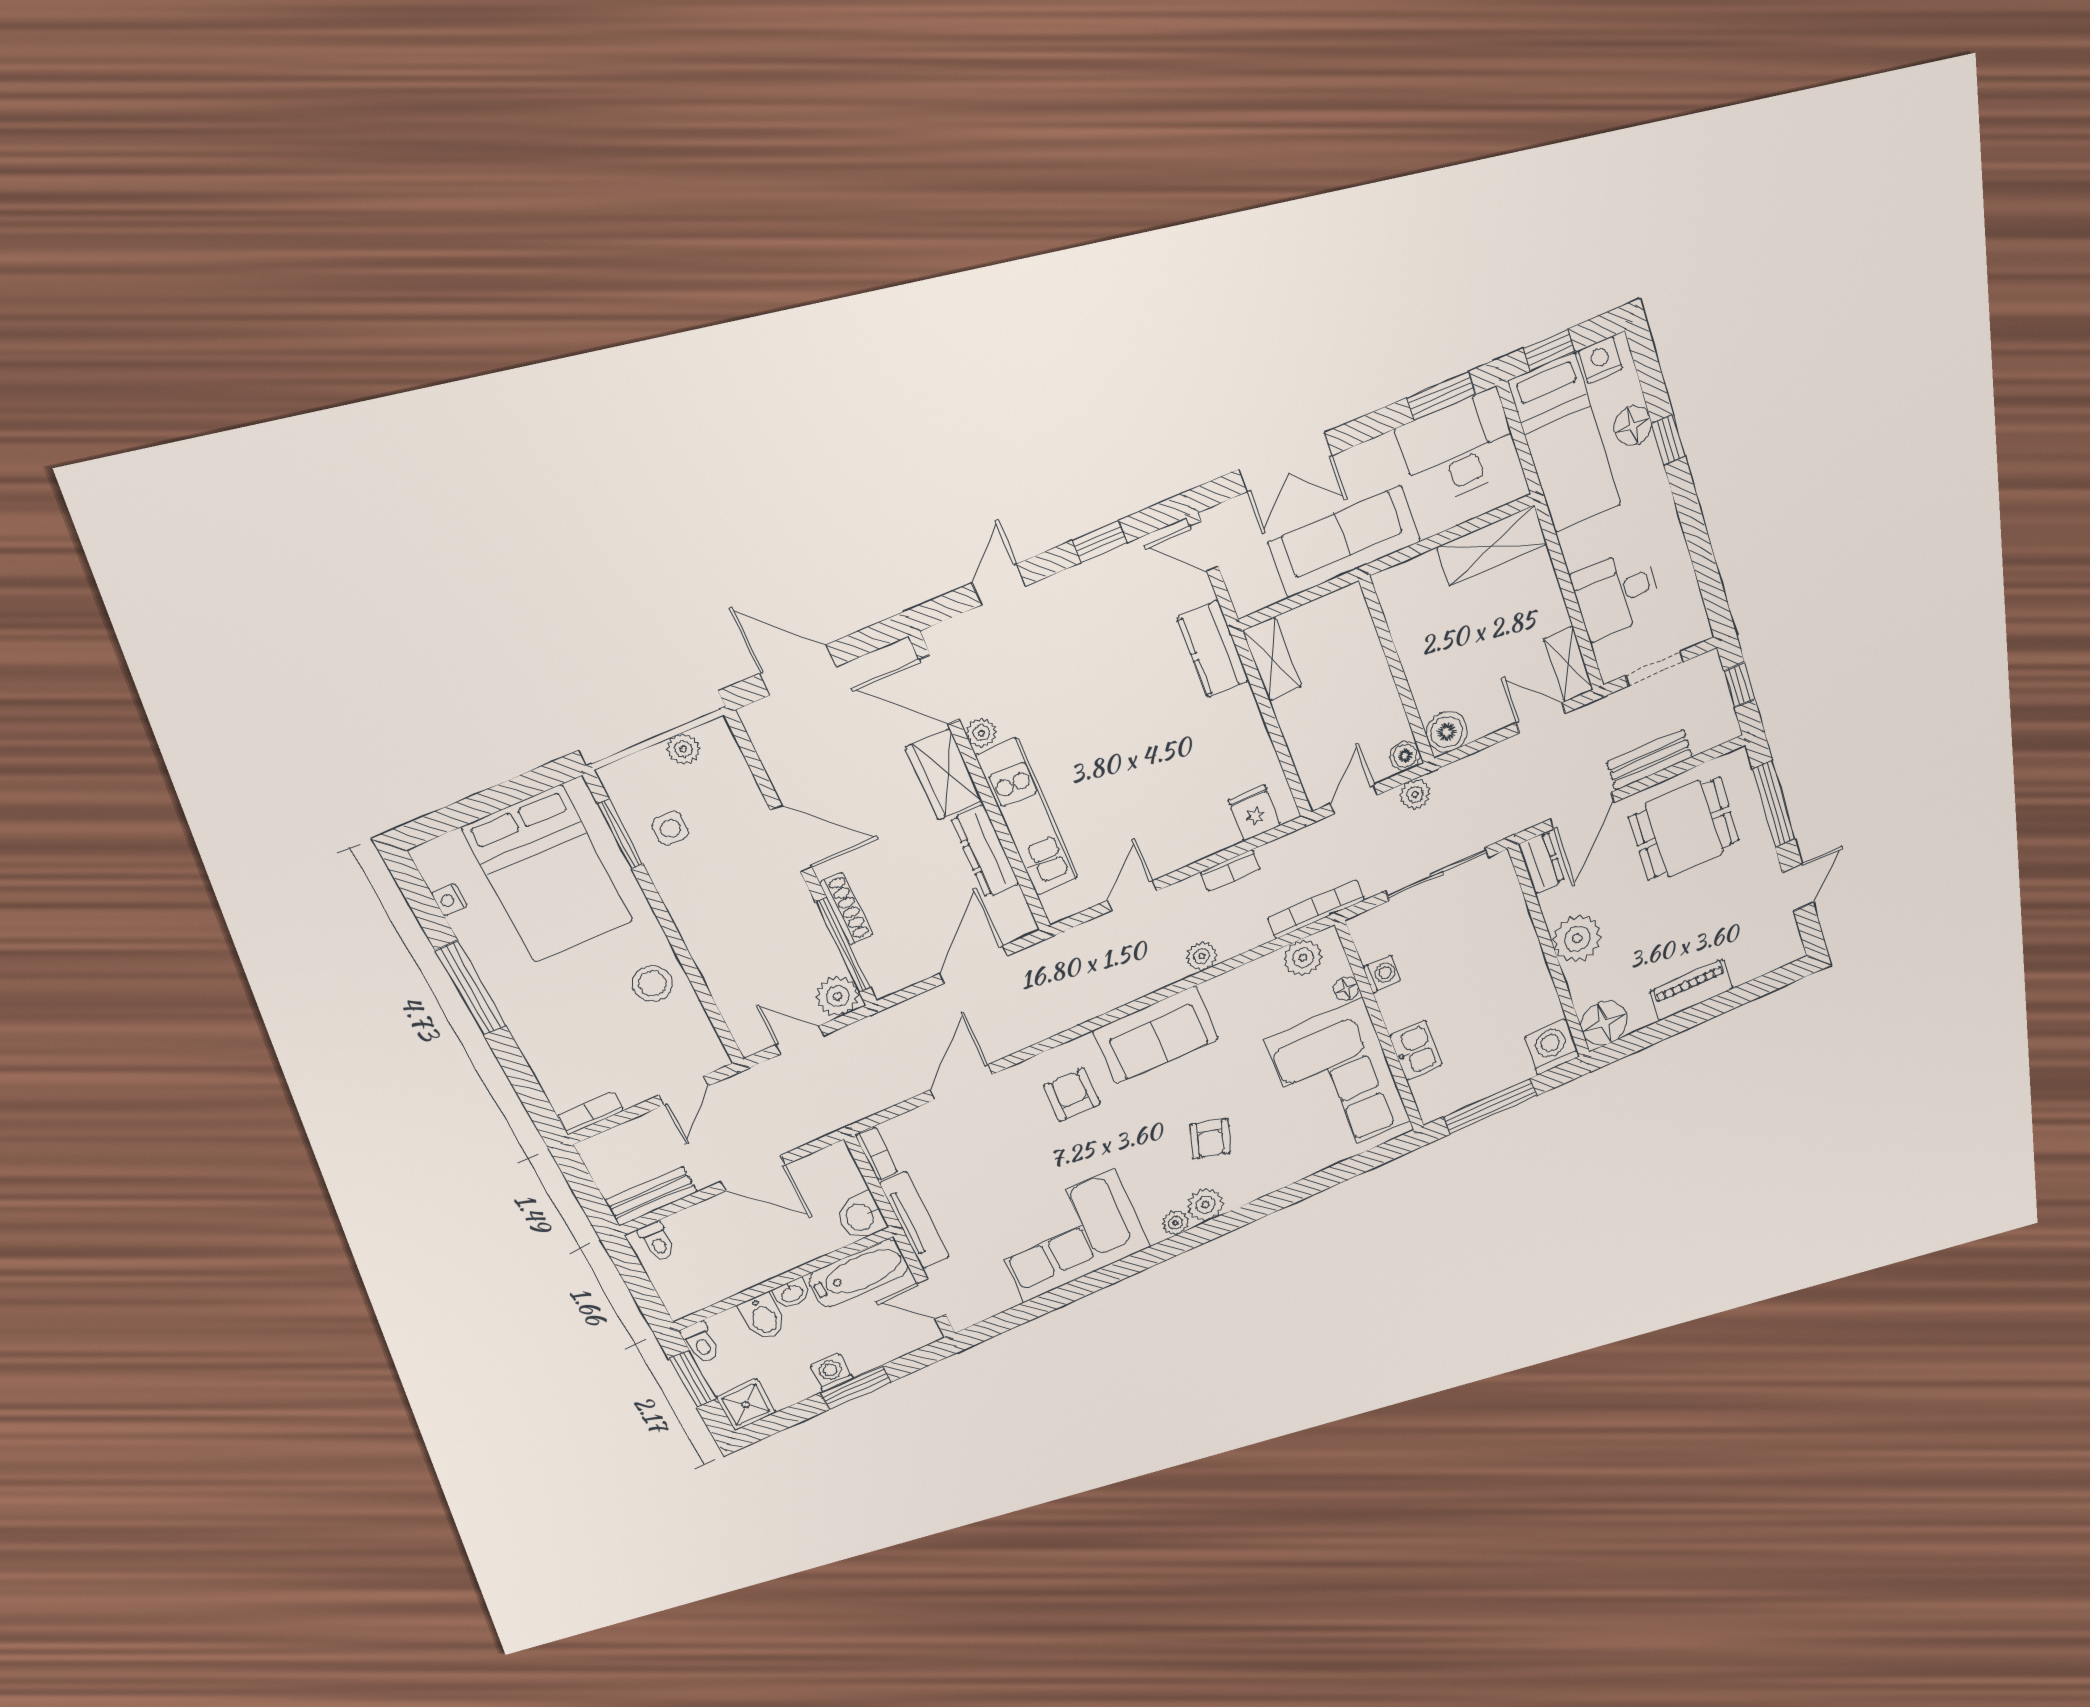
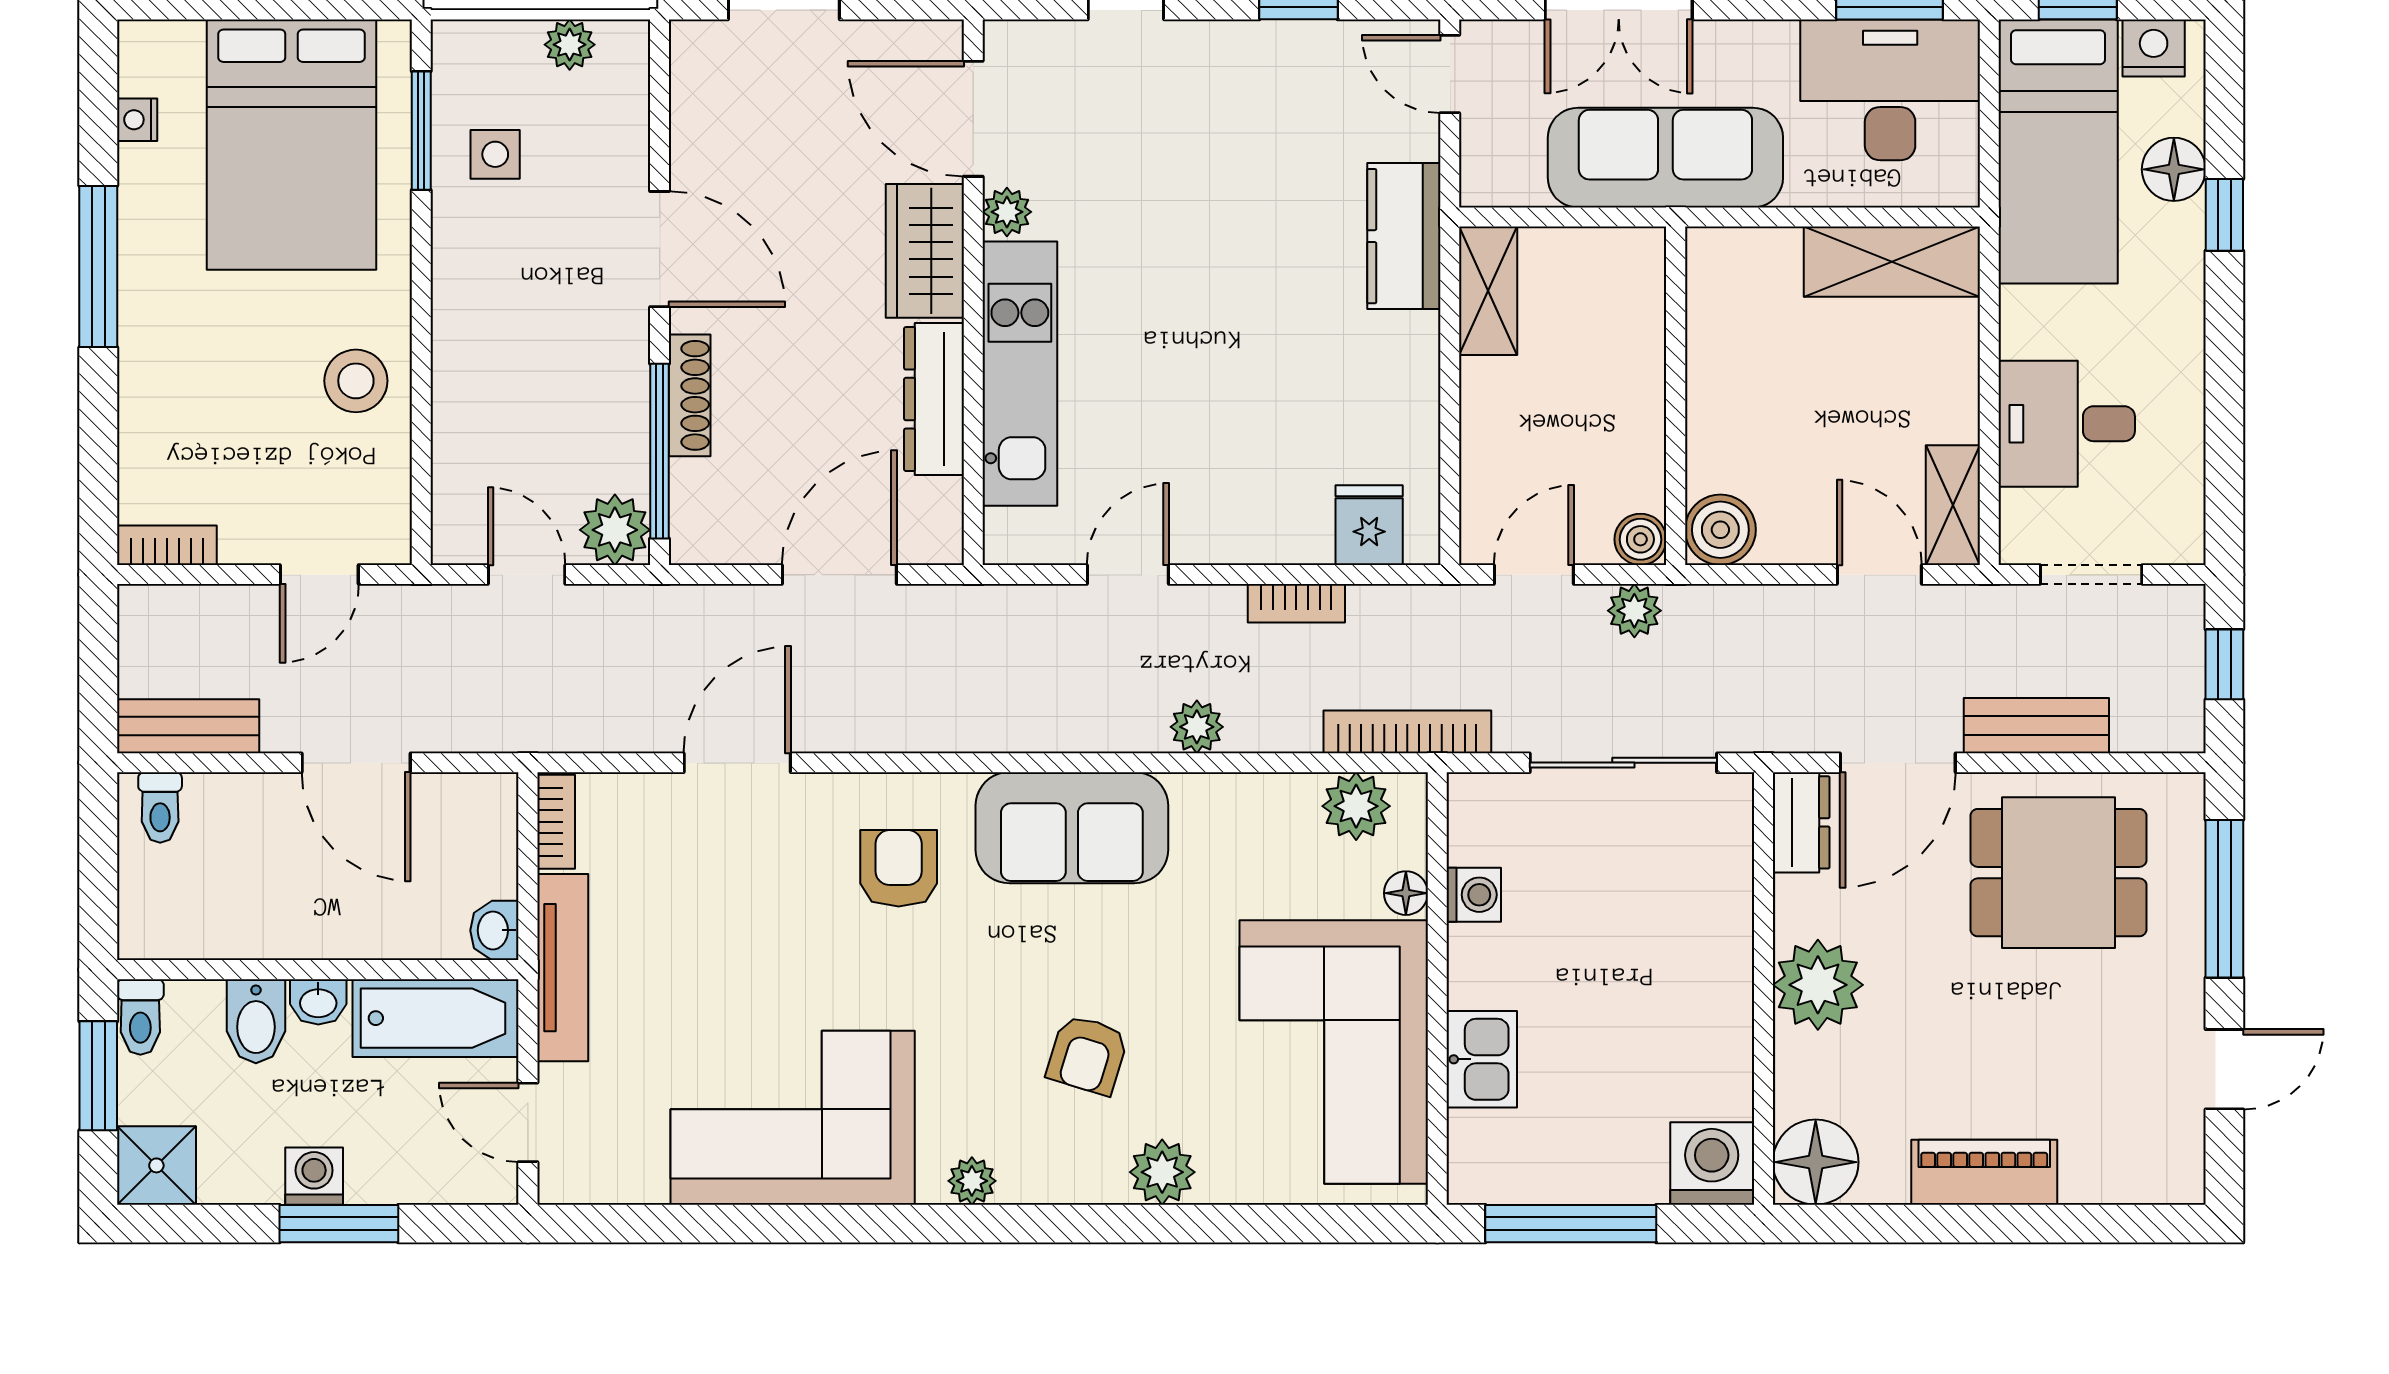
plant: (1205, 1205) -> (1162, 1172), moved
washbasin: (861, 1217) -> (494, 930), width x0.72, depth x0.69

